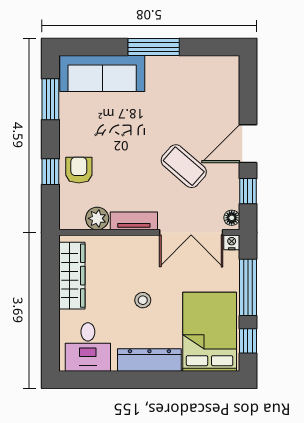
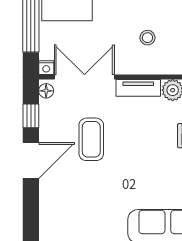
coffee table: (184, 166) -> (91, 139), turned 49
stool: (143, 300) -> (147, 38), moved

